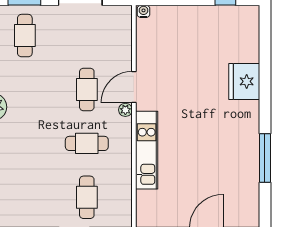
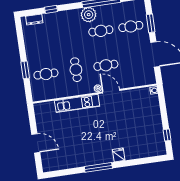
fridge: (244, 81) -> (119, 155), width x0.53, depth x0.75
cafe table: (25, 89) -> (101, 31), added
window: (265, 158) -> (98, 167), moved

